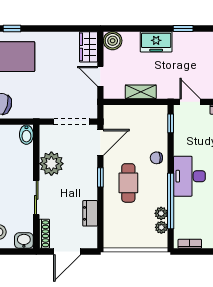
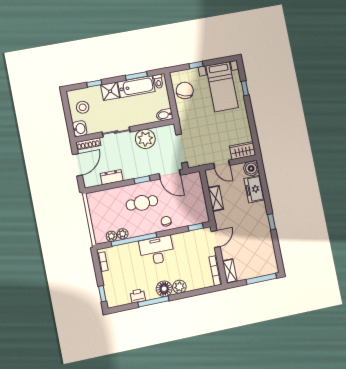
freezer: (156, 42) -> (254, 189), moved
door: (100, 76) -> (222, 164), swing flipped
door: (67, 251) -> (77, 165), swing flipped

